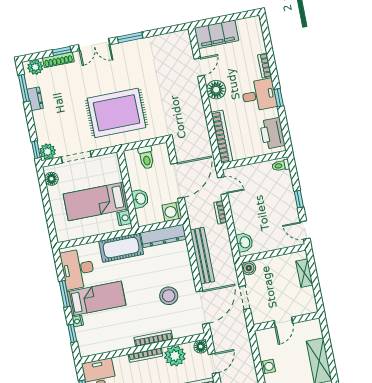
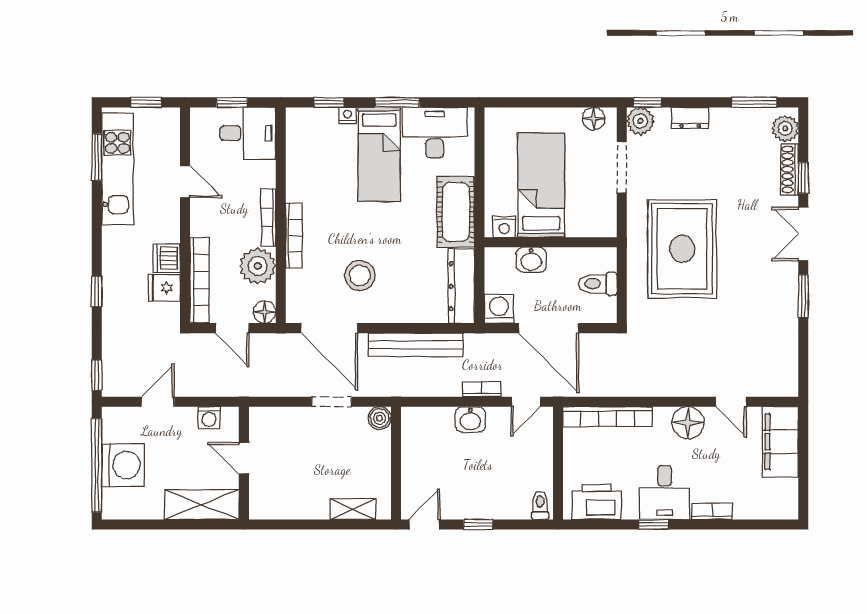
dresser: (35, 99) -> (690, 118), moved
washbasin: (244, 242) -> (470, 419), moved
wall: (286, 321) -> (244, 463), moved
door: (283, 322) -> (244, 458), moved

